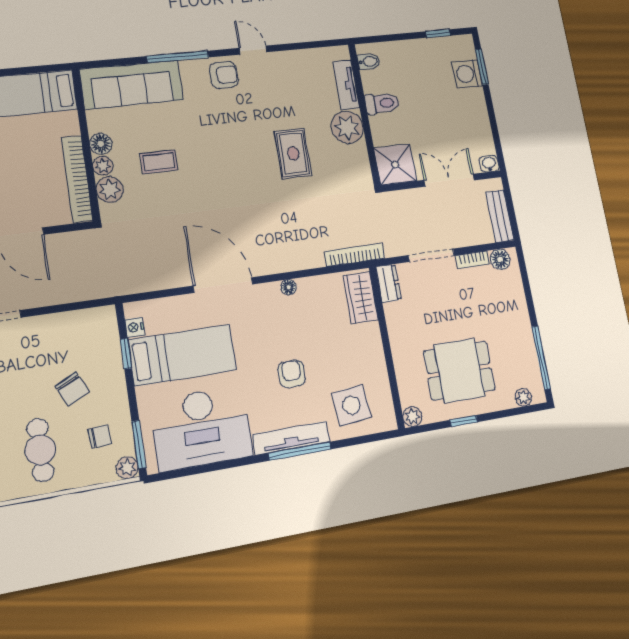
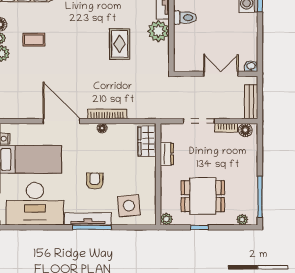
shower: (395, 164) -> (186, 59), removed
bookcase: (354, 255) -> (107, 114), moved
dresser: (388, 283) -> (167, 154), moved

